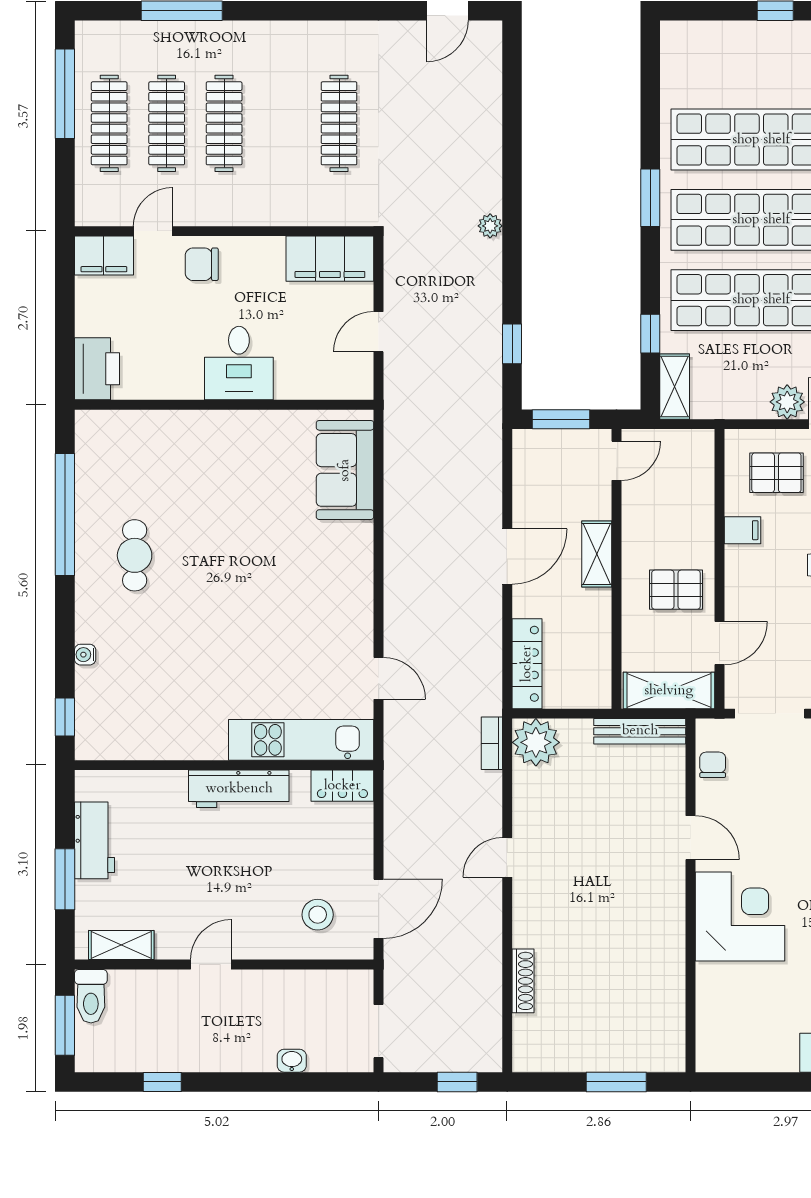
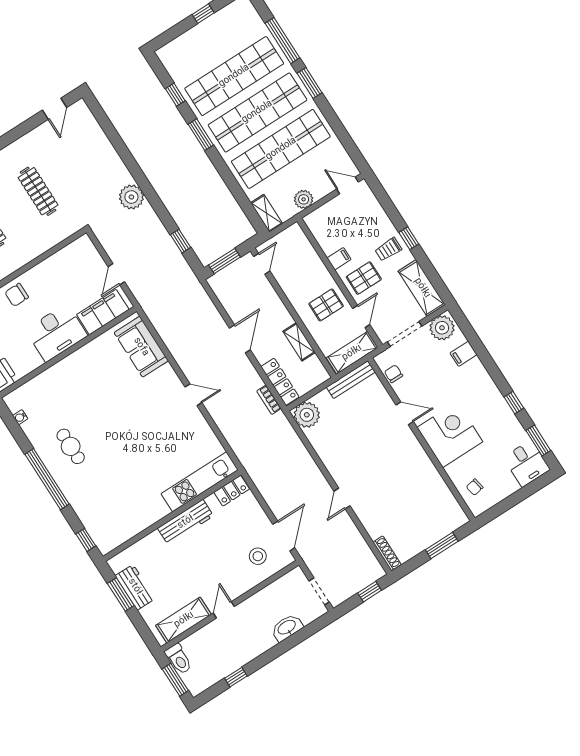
plant: (490, 226) -> (131, 197), width x1.88, depth x1.88
filing cabinet: (330, 259) -> (103, 312), moved, turned 180
window: (650, 334) -> (175, 95), moved
desk: (239, 363) -> (56, 333), width x1.37
plant: (787, 402) -> (304, 199), moved
pallet: (776, 473) -> (364, 278), moved
window: (65, 515) -> (47, 479), moved
shelving: (597, 554) -> (299, 342), moved
water cooler: (85, 655) -> (20, 417), moved
door: (379, 678) -> (193, 395), moved
bookcase: (492, 743) -> (269, 400), moved
door: (507, 857) -> (342, 499), moved
window: (65, 879) -> (121, 594), moved
shelving: (121, 945) -> (184, 620), width x1.50, depth x1.33
shoe rack: (523, 981) -> (387, 553), moved
chair: (726, 1023) -> (475, 487), added
washbasin: (292, 1061) -> (287, 628), width x1.91, depth x1.45

